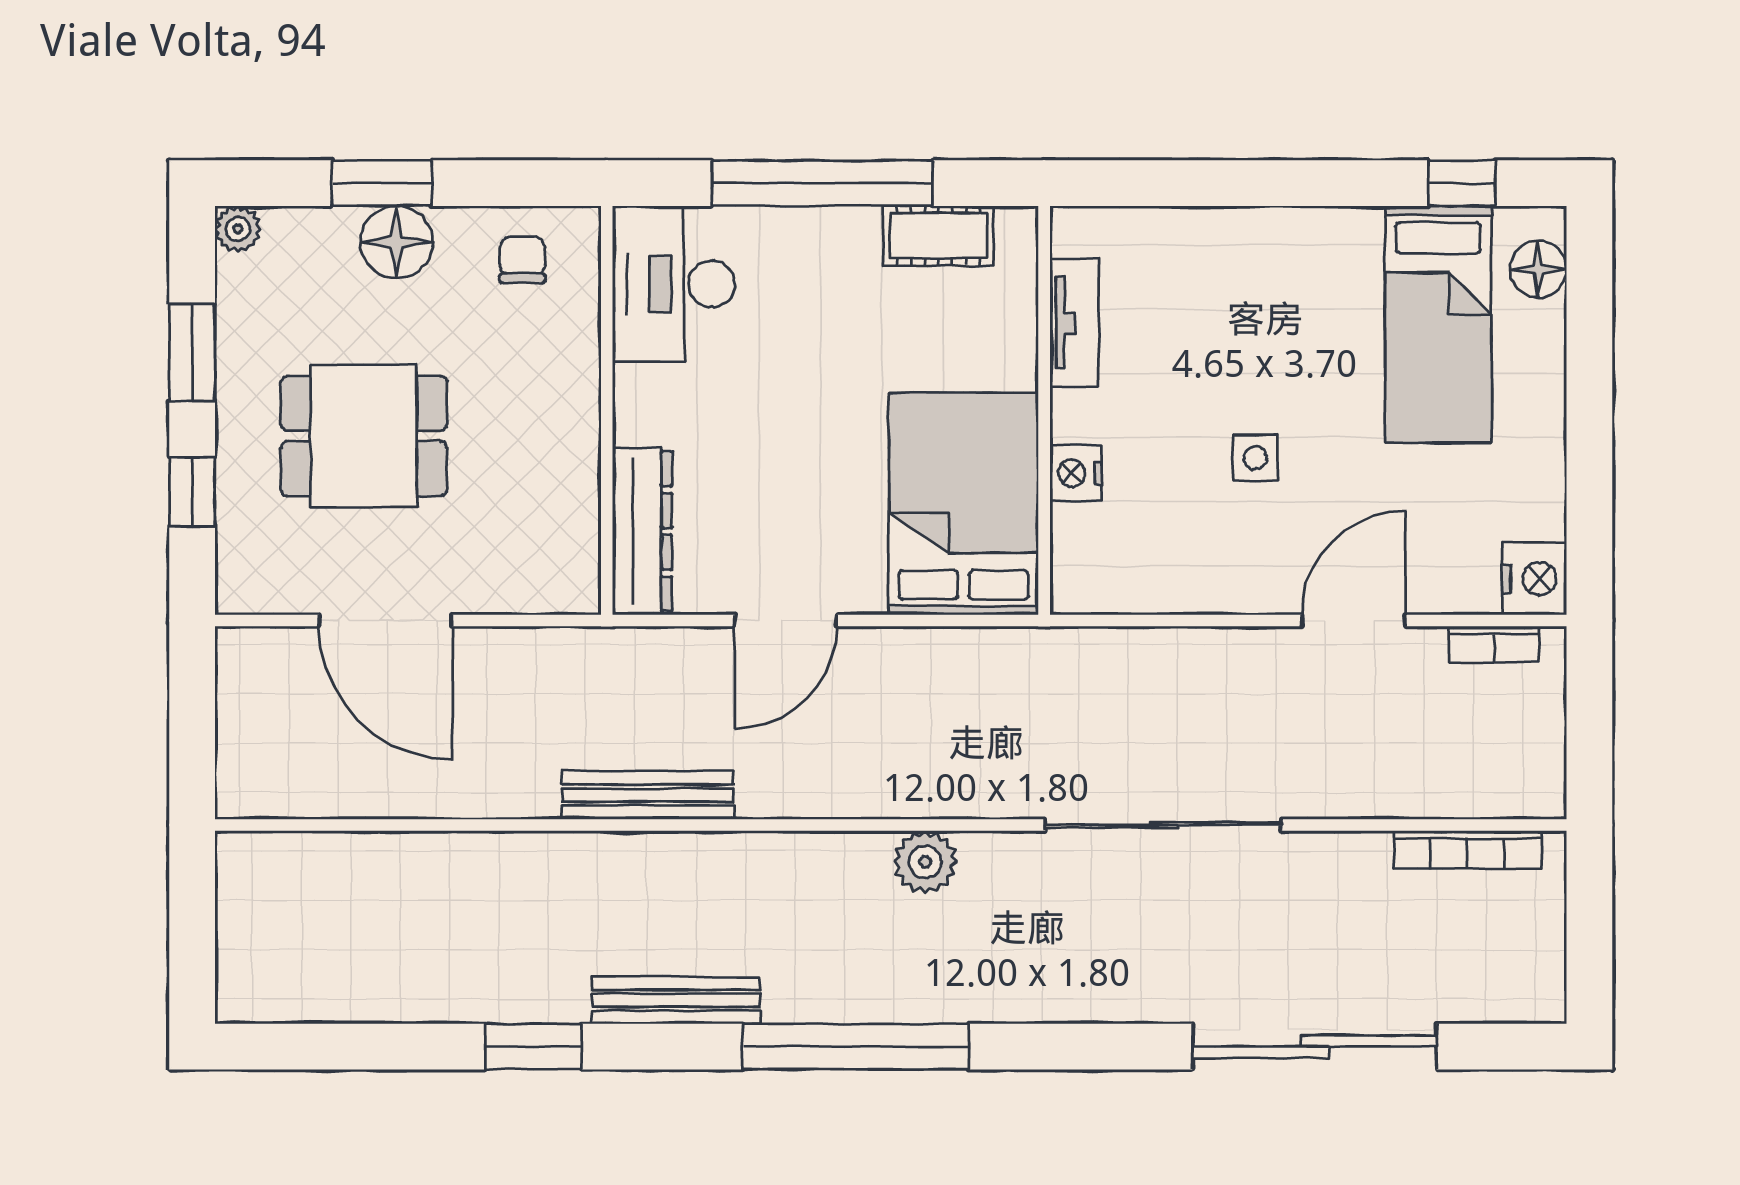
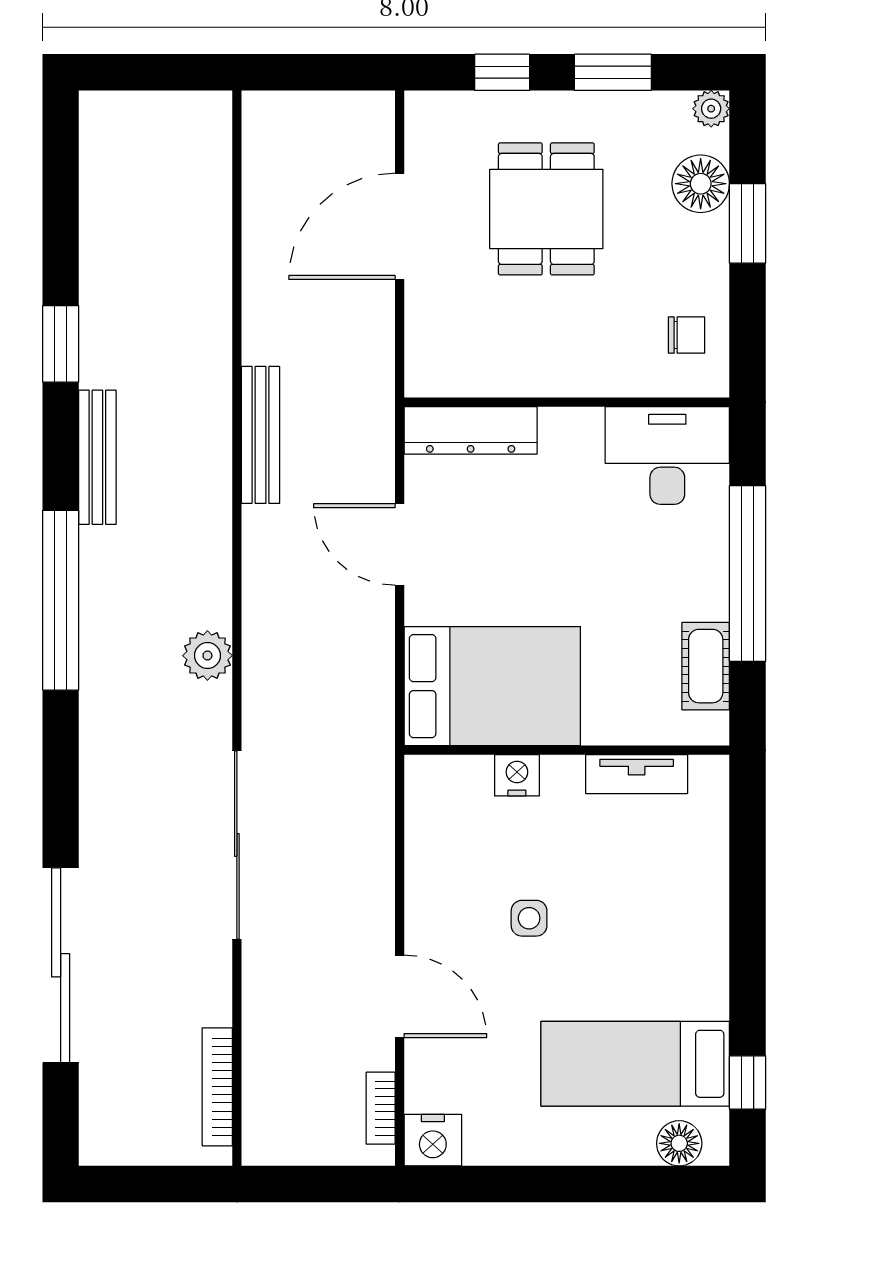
floor lamp: (397, 242) -> (701, 184), moved

